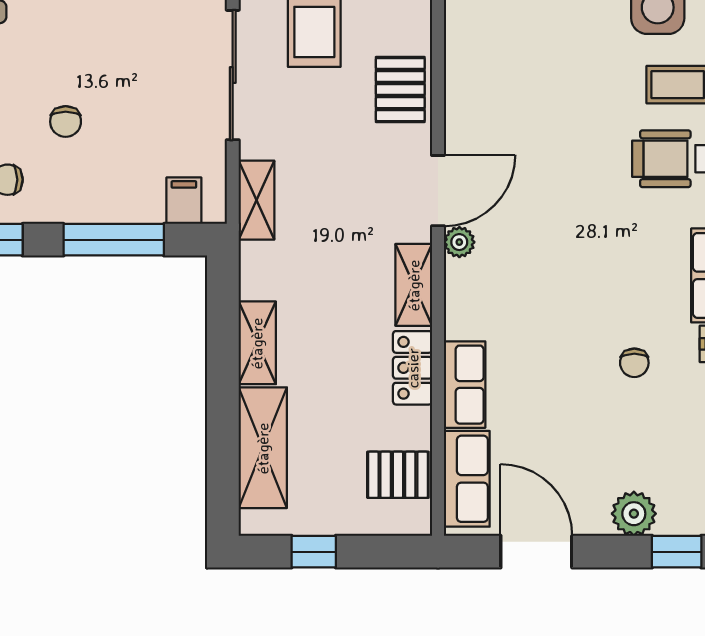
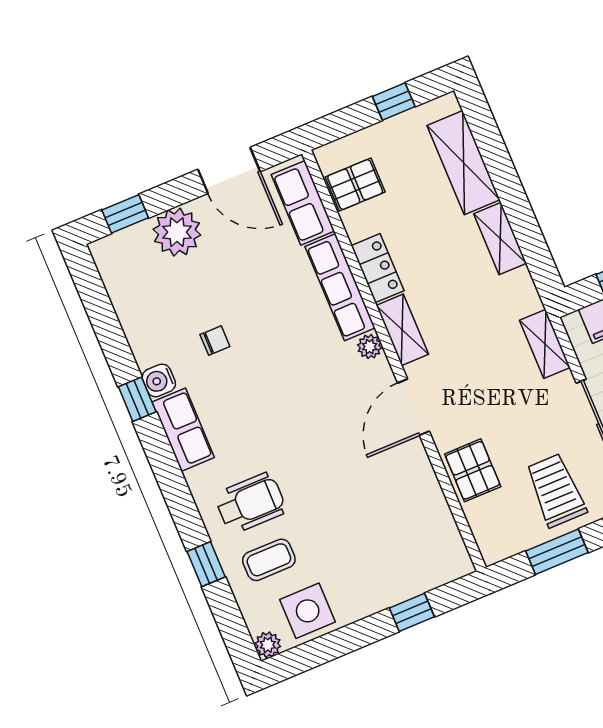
plant: (459, 242) -> (370, 347), moved
chair: (634, 363) -> (215, 341), turned 90
row of seats: (465, 385) -> (340, 287), width x1.48
plant: (634, 514) -> (177, 232), width x1.36, depth x1.36

